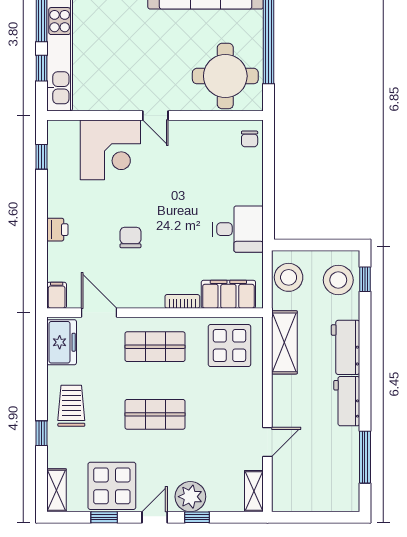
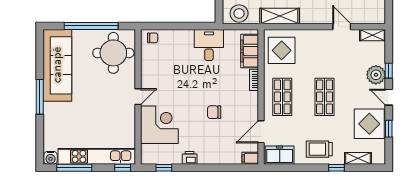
window: (41, 68) -> (123, 168), moved
printer: (57, 230) -> (190, 158), moved
shelving: (57, 490) -> (358, 158), moved

